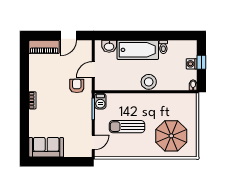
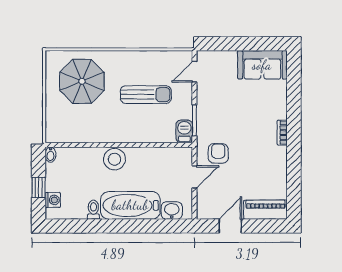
washing machine: (192, 64) -> (53, 200), moved
armchair: (77, 86) -> (218, 153), turned 180

